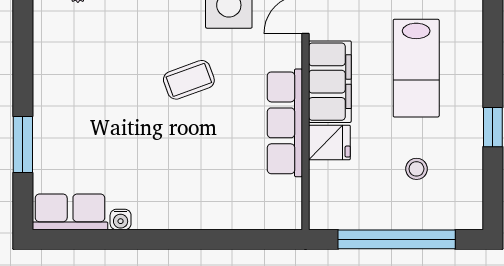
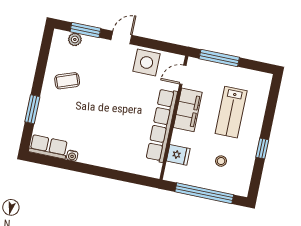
coffee table: (189, 80) -> (67, 81), moved
row of seats: (285, 123) -> (162, 125), width x1.36
fridge: (329, 142) -> (178, 155), moved

